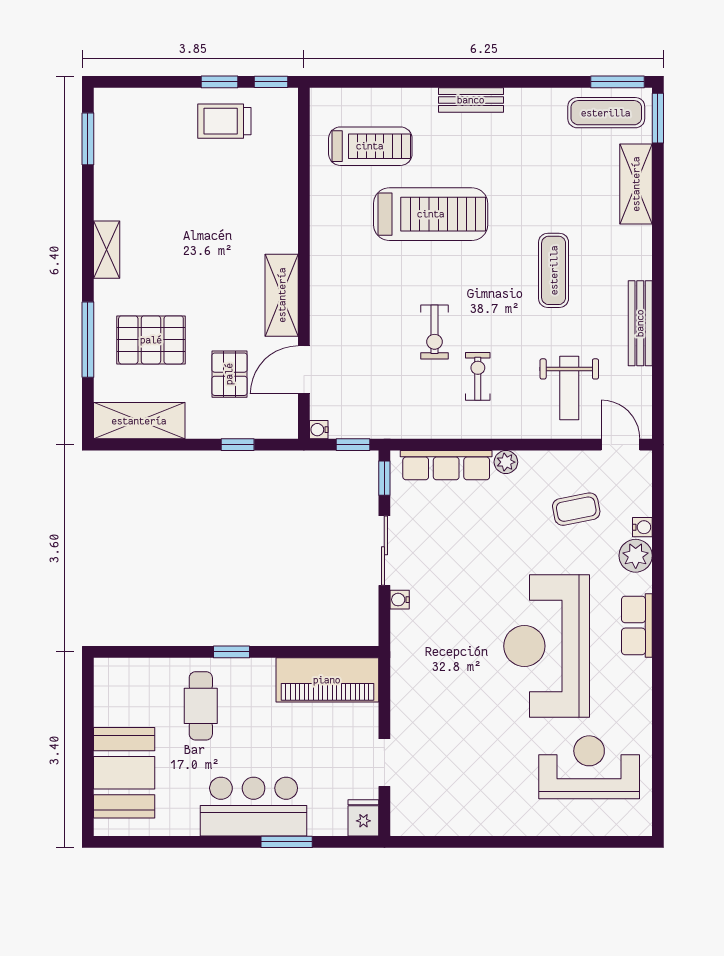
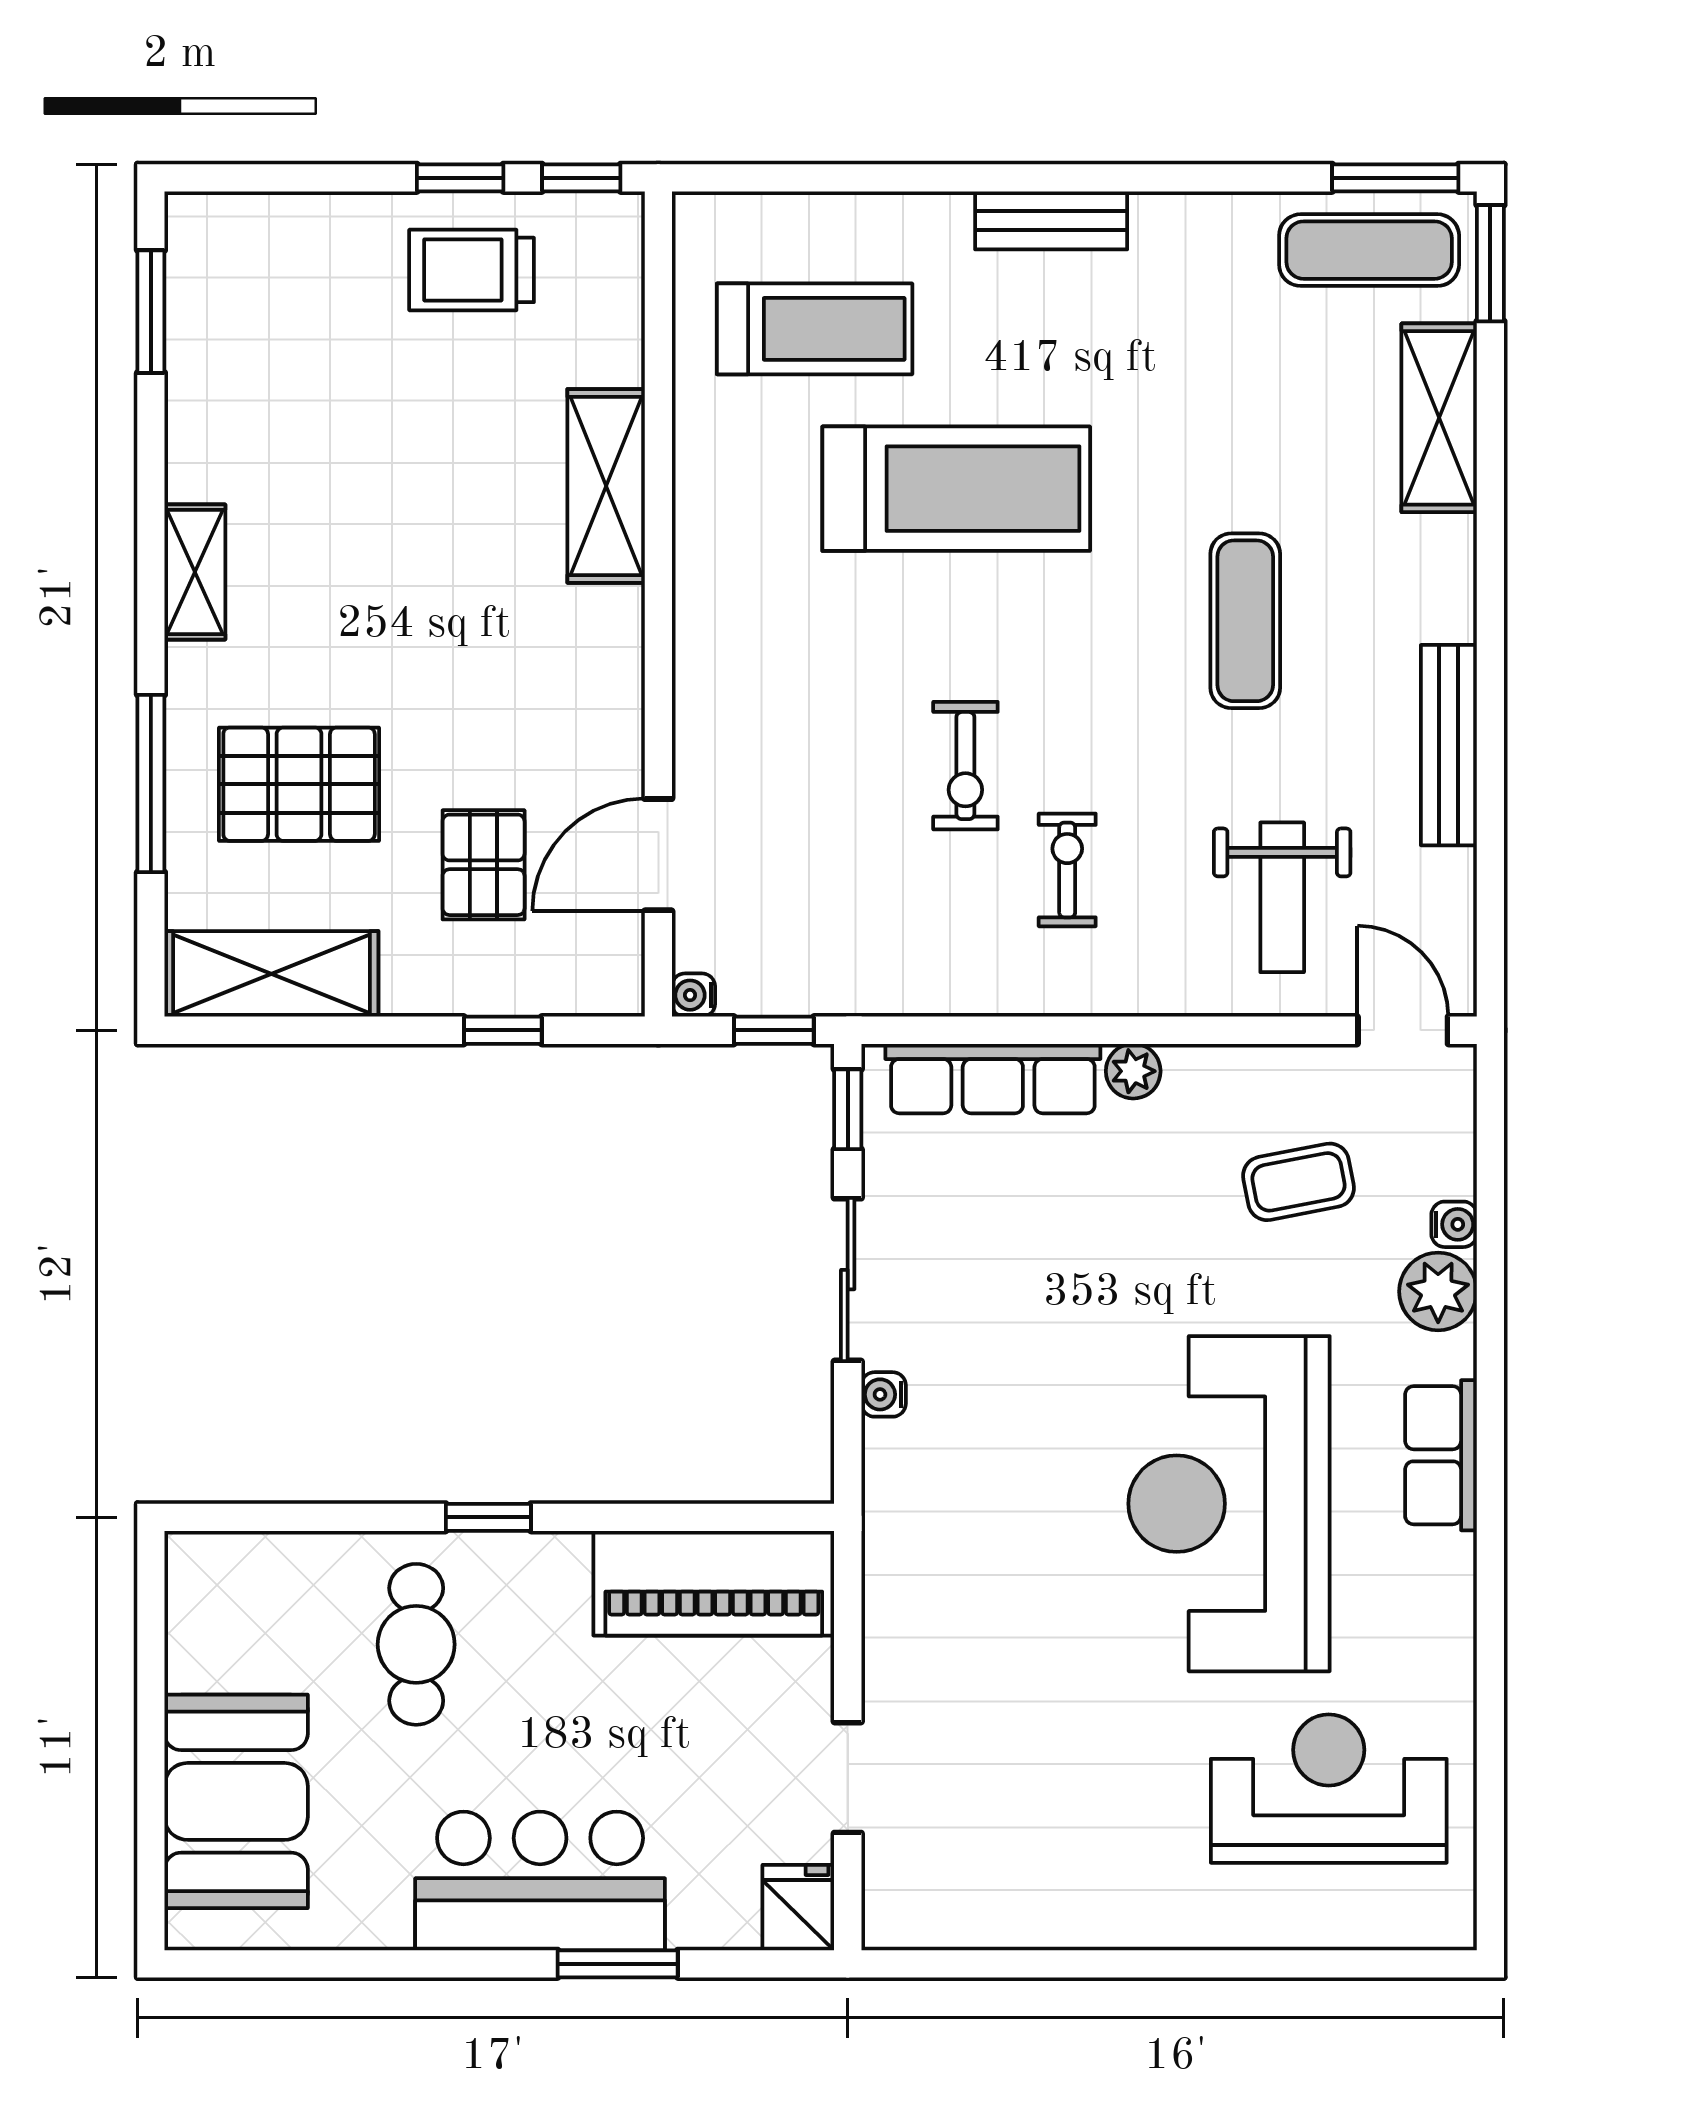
shelving: (282, 295) -> (606, 486), moved

